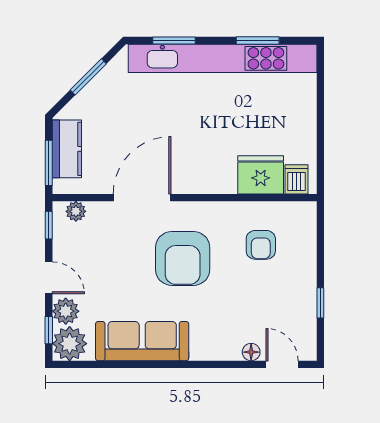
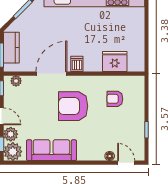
dishwasher: (297, 179) -> (77, 64), moved
armchair: (261, 245) -> (115, 99), turned 90
armchair: (183, 258) -> (73, 106), turned 90

